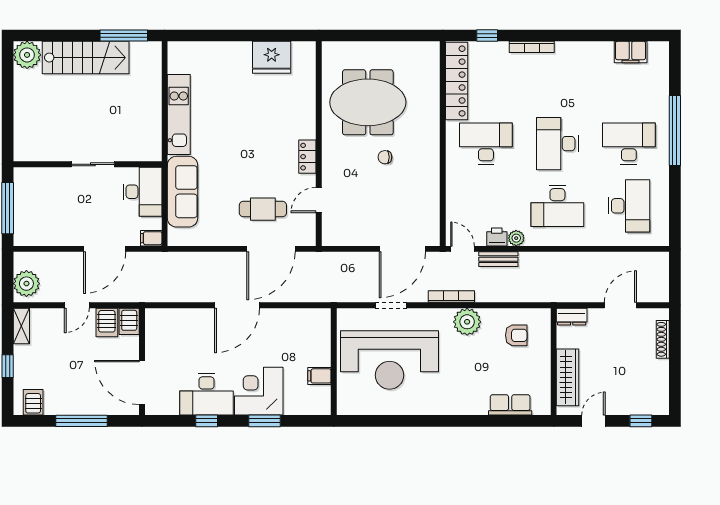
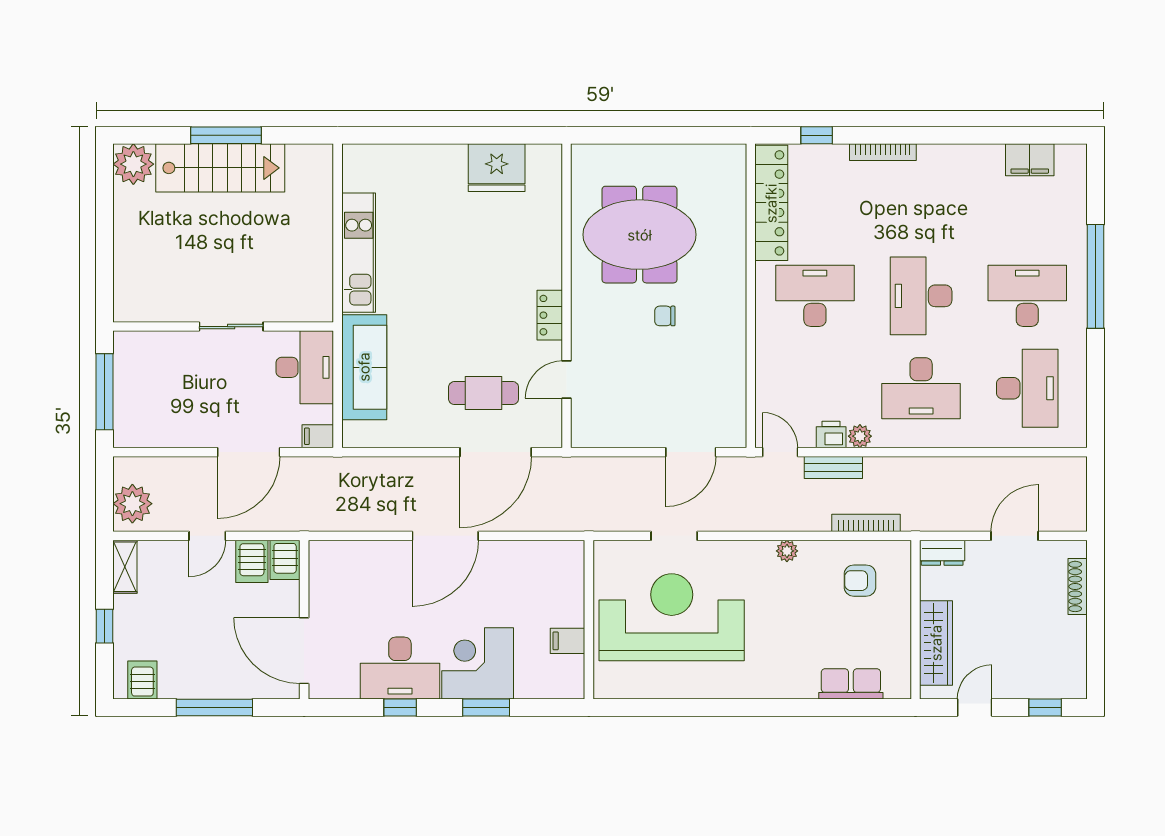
window: (124, 36) -> (226, 135), moved
door: (402, 249) -> (691, 452), width x0.73
bookcase: (451, 297) -> (866, 523), moved
plant: (467, 322) -> (787, 551), width x0.53, depth x0.53
armchair: (516, 335) -> (860, 581), turned 180
reception desk: (389, 360) -> (672, 617), turned 180

